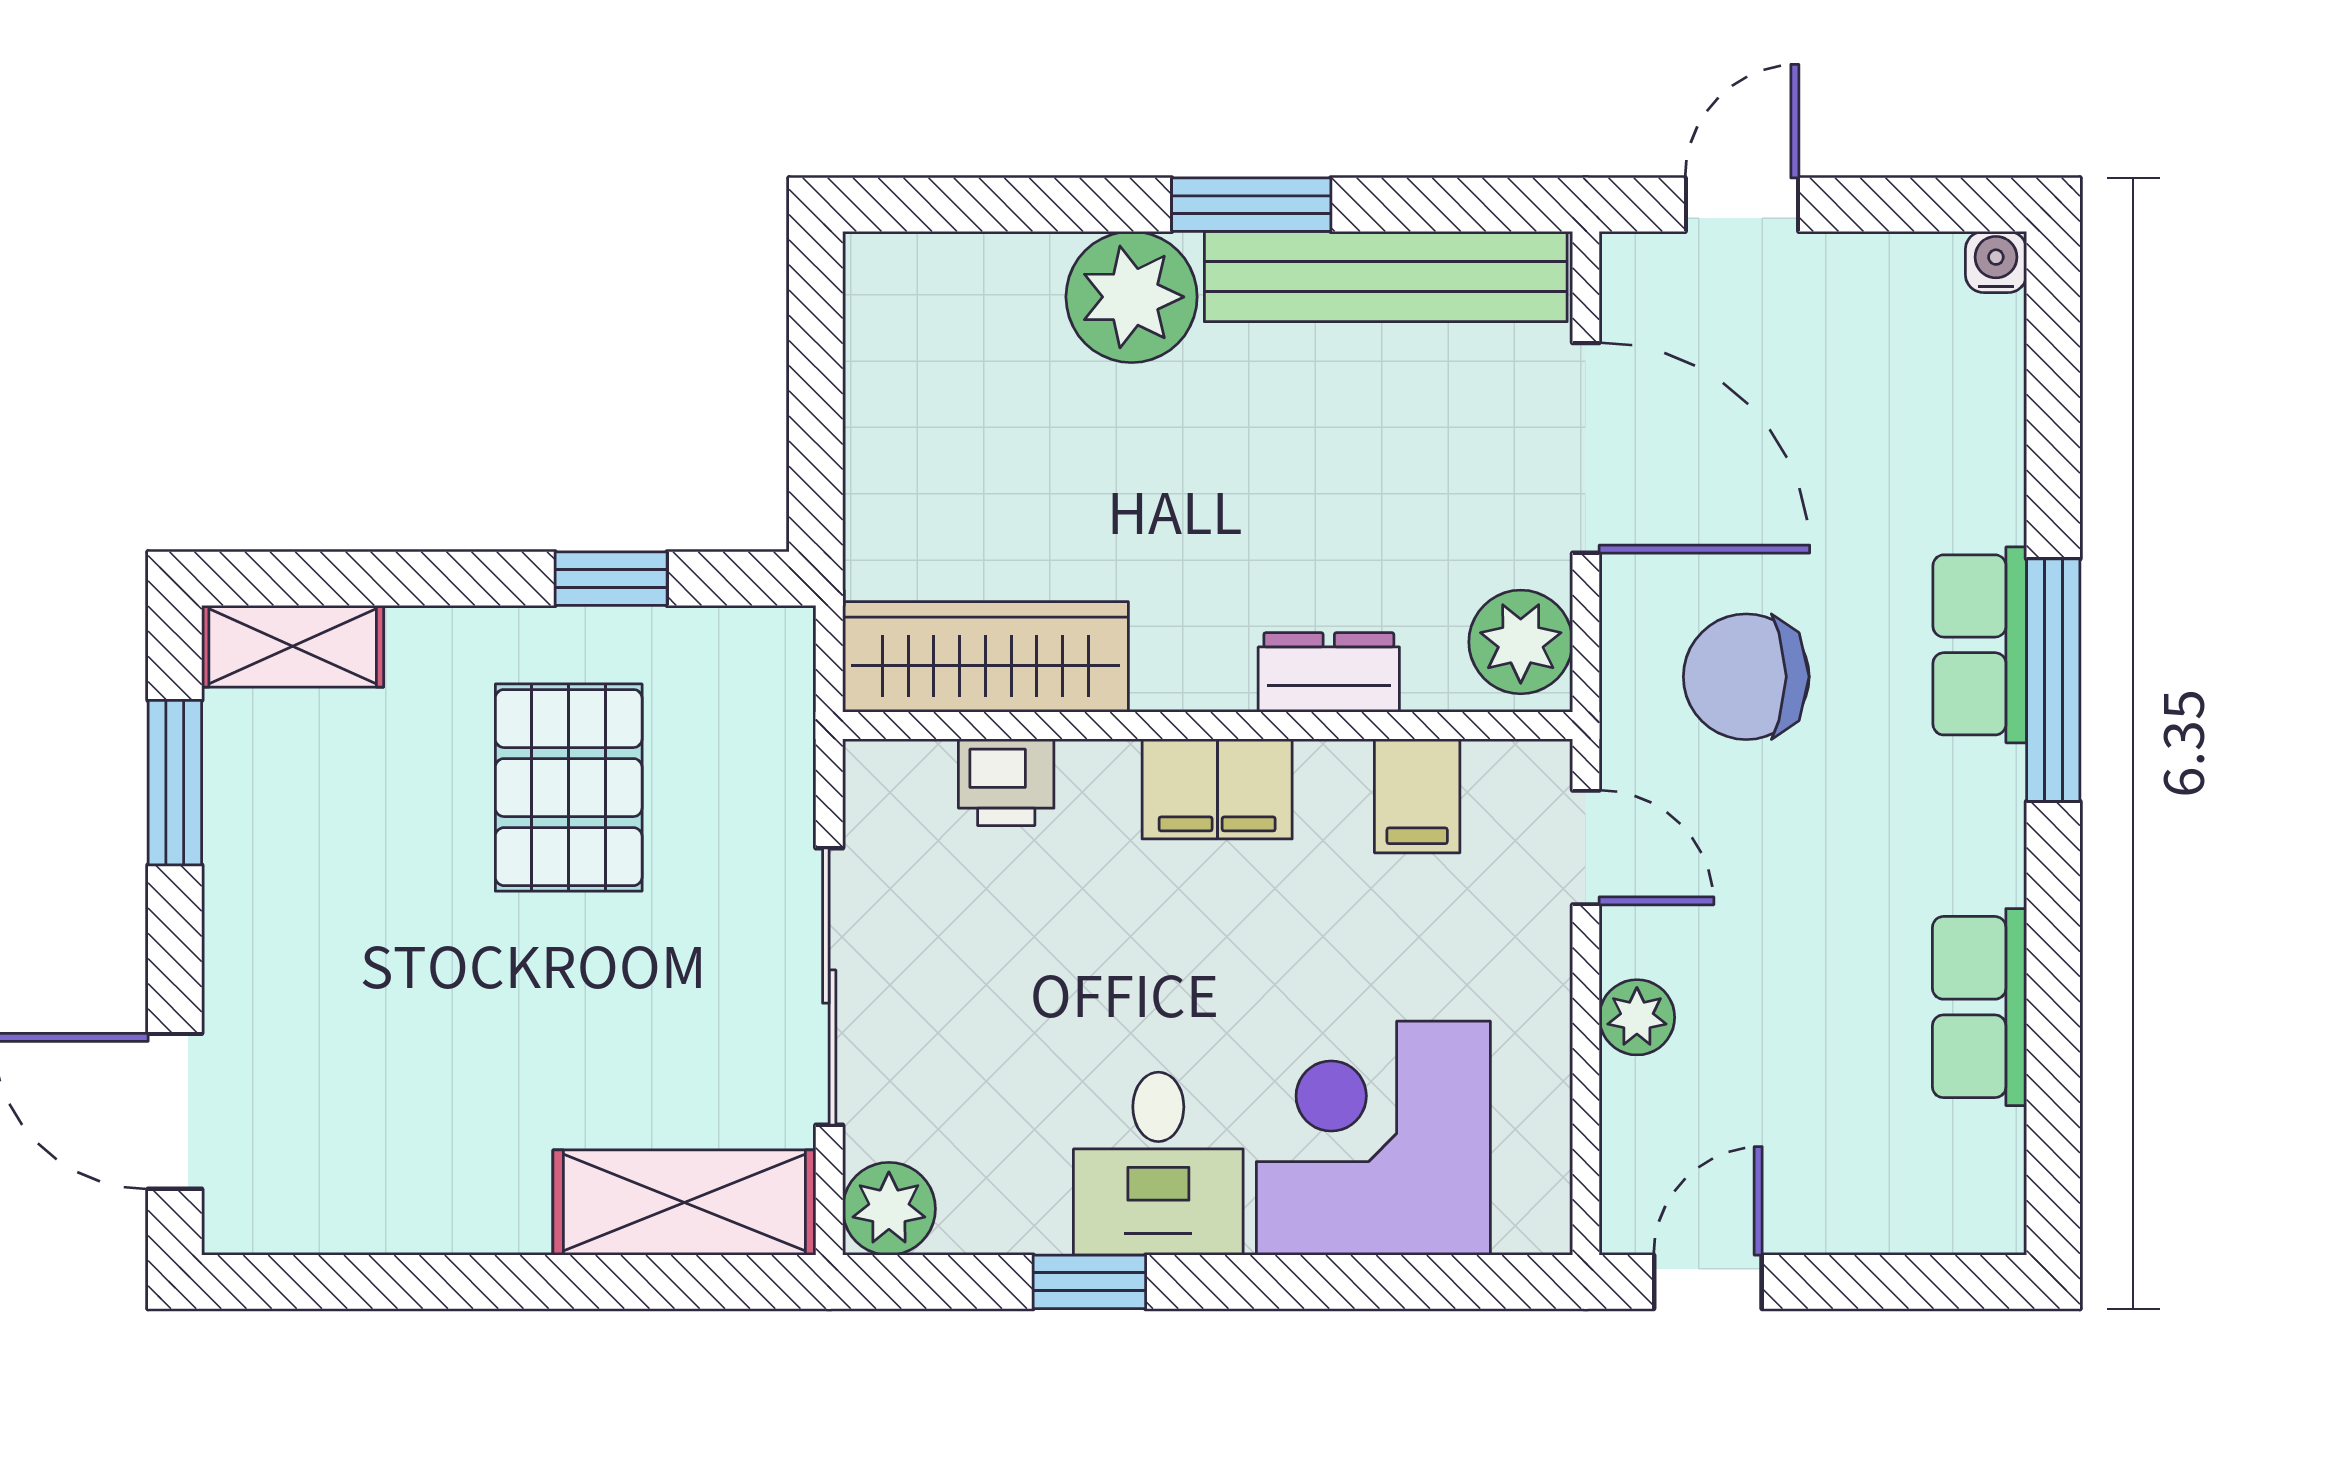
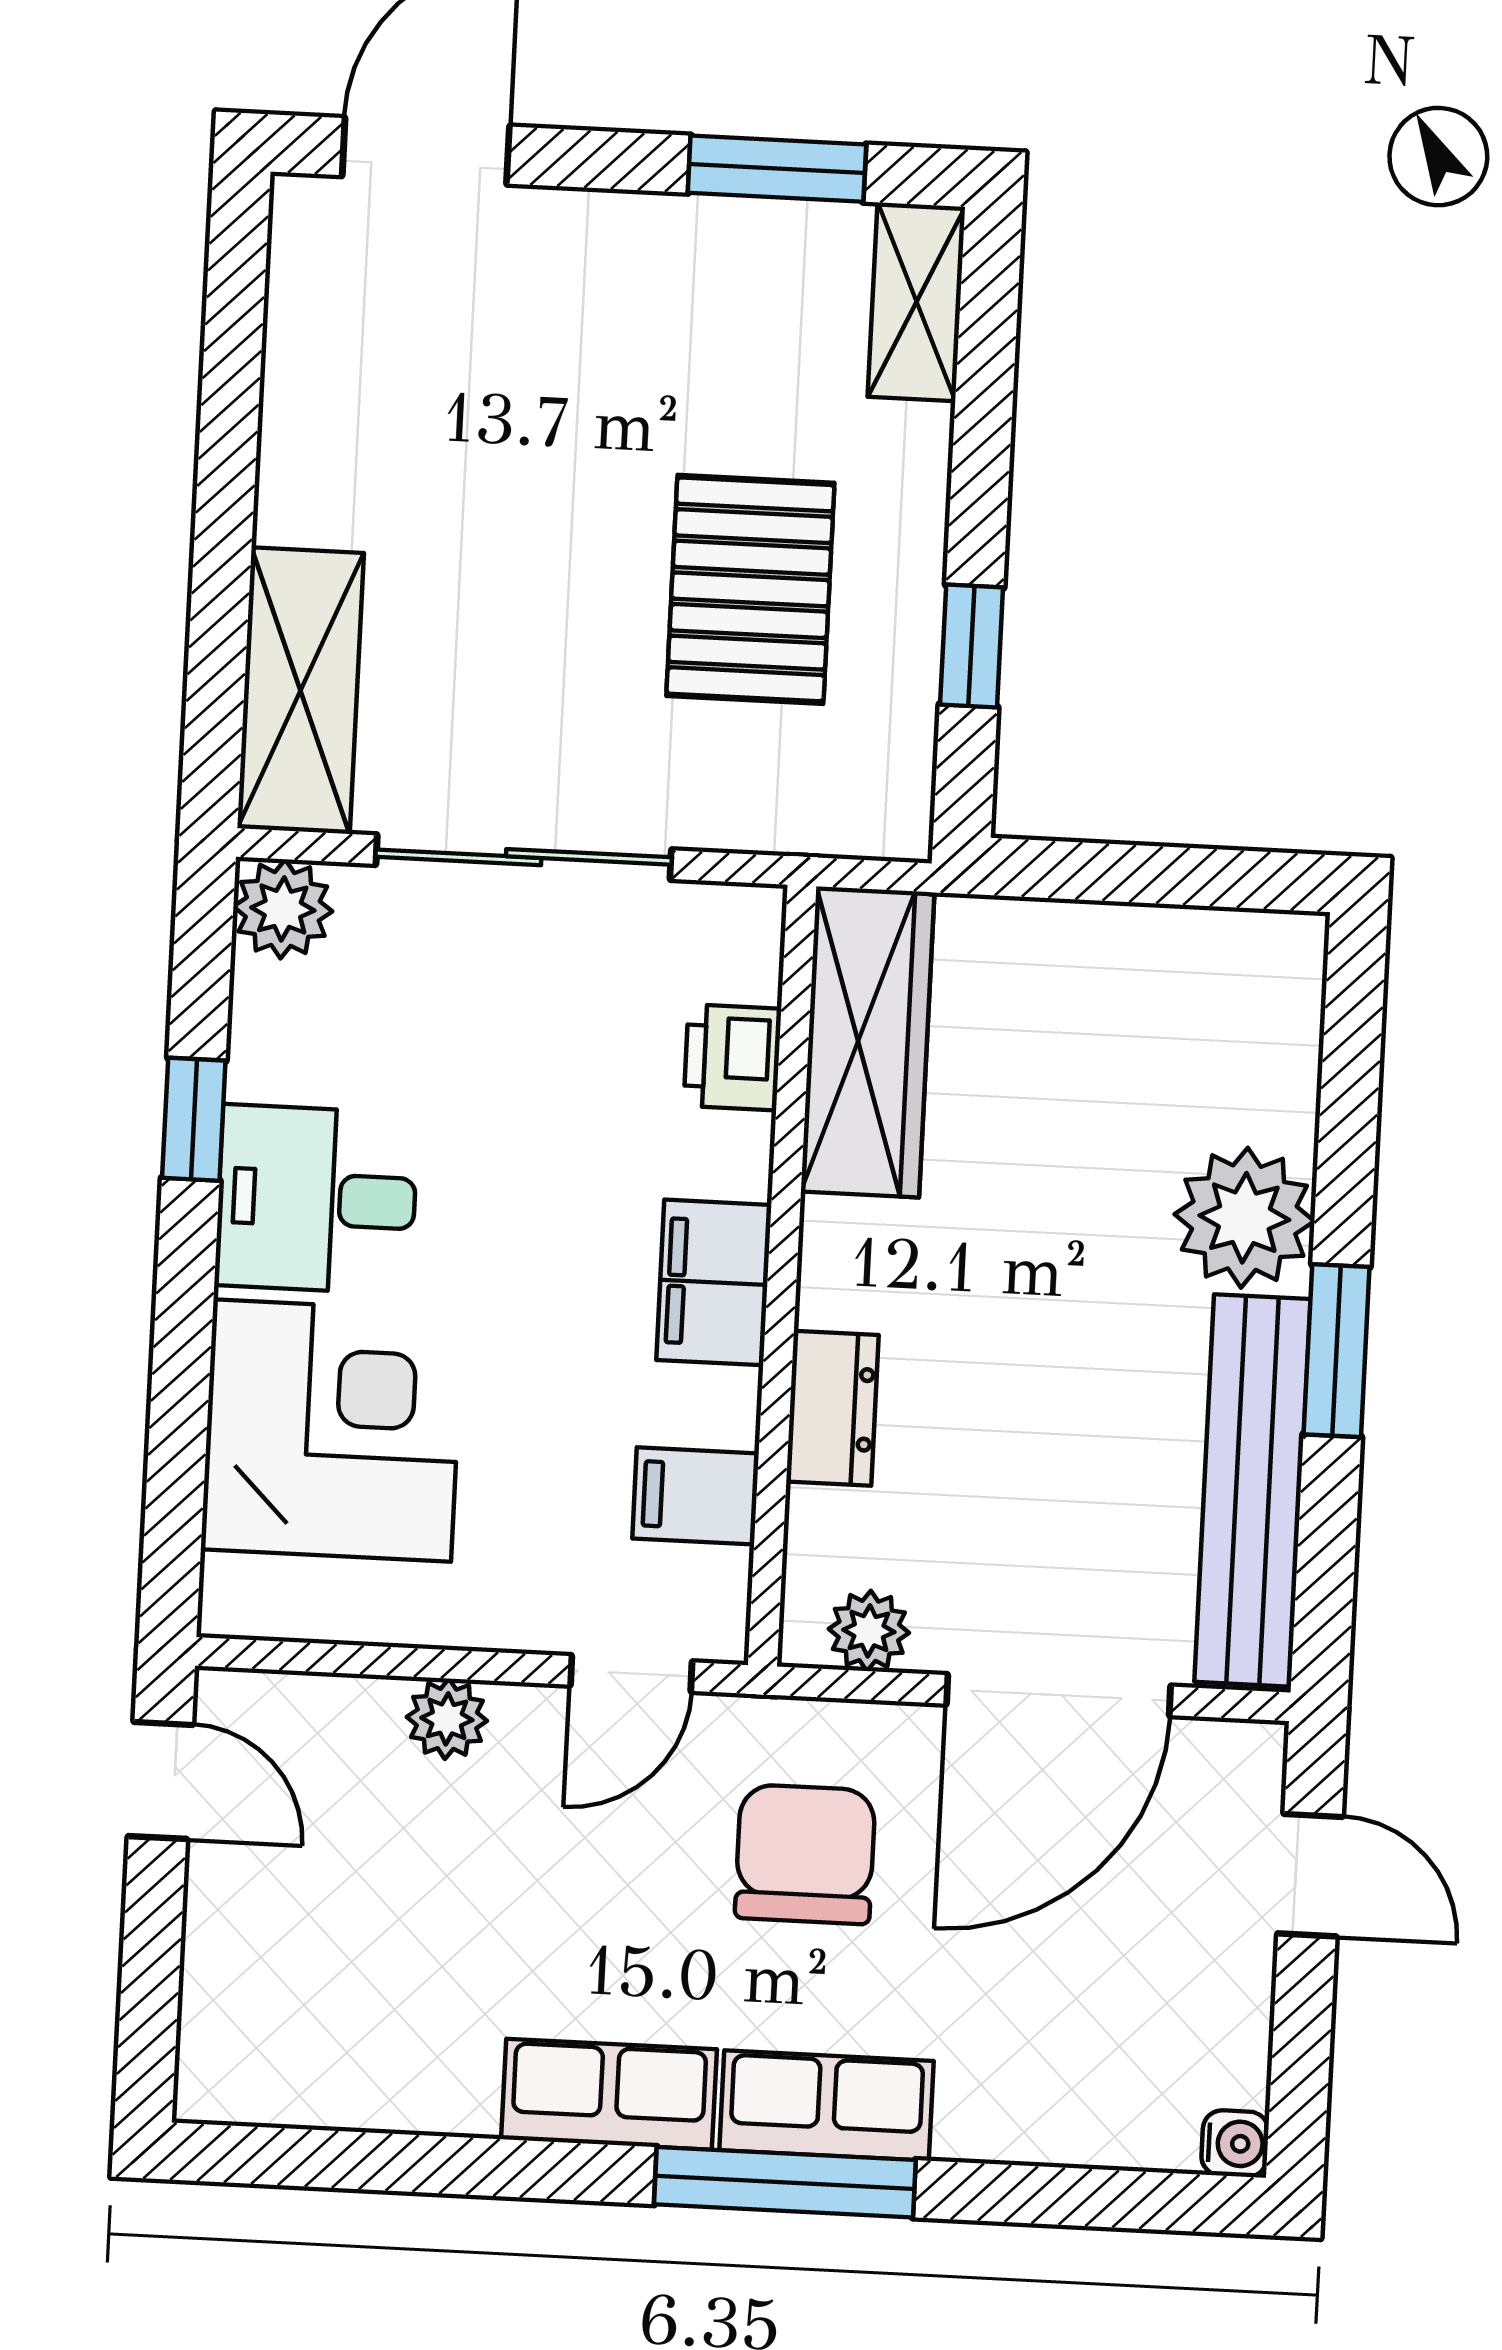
plant: (1521, 642) -> (869, 1631), width x0.73, depth x0.73
pallet: (569, 788) -> (750, 589), turned 90
row of seats: (1979, 1007) -> (609, 2094), moved

